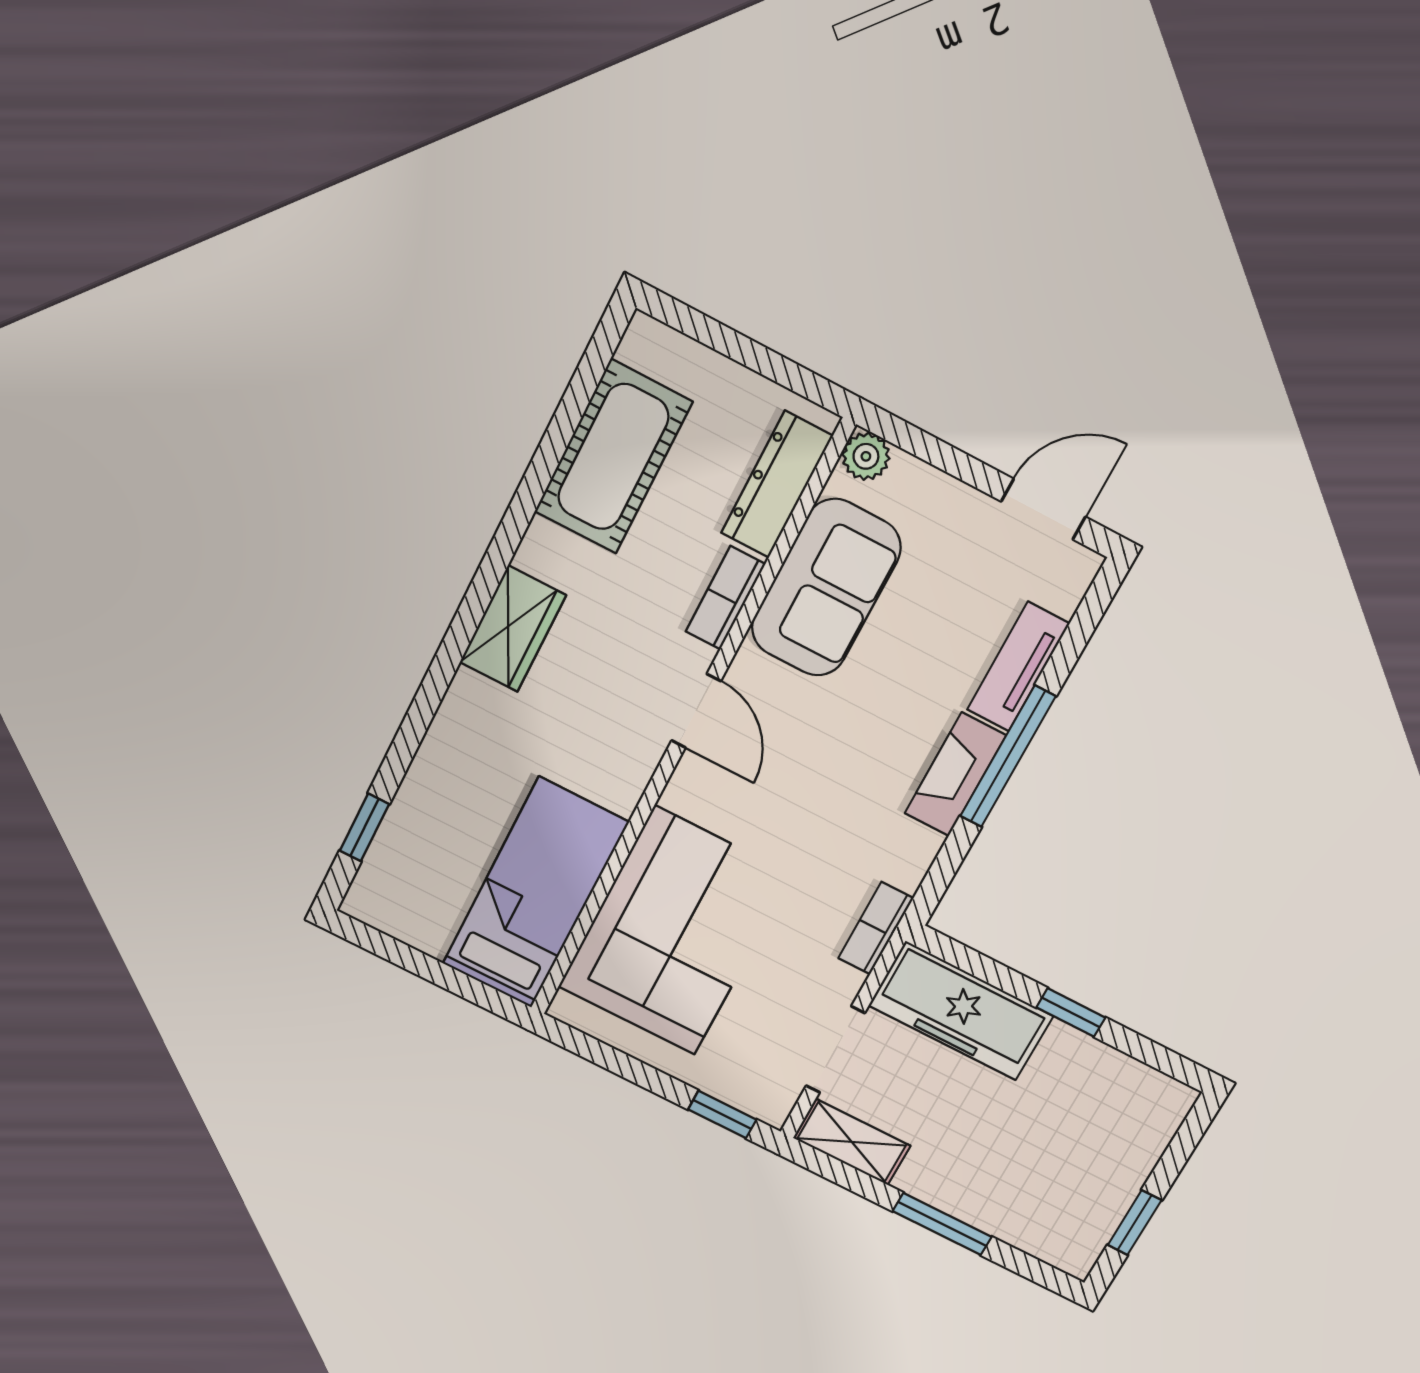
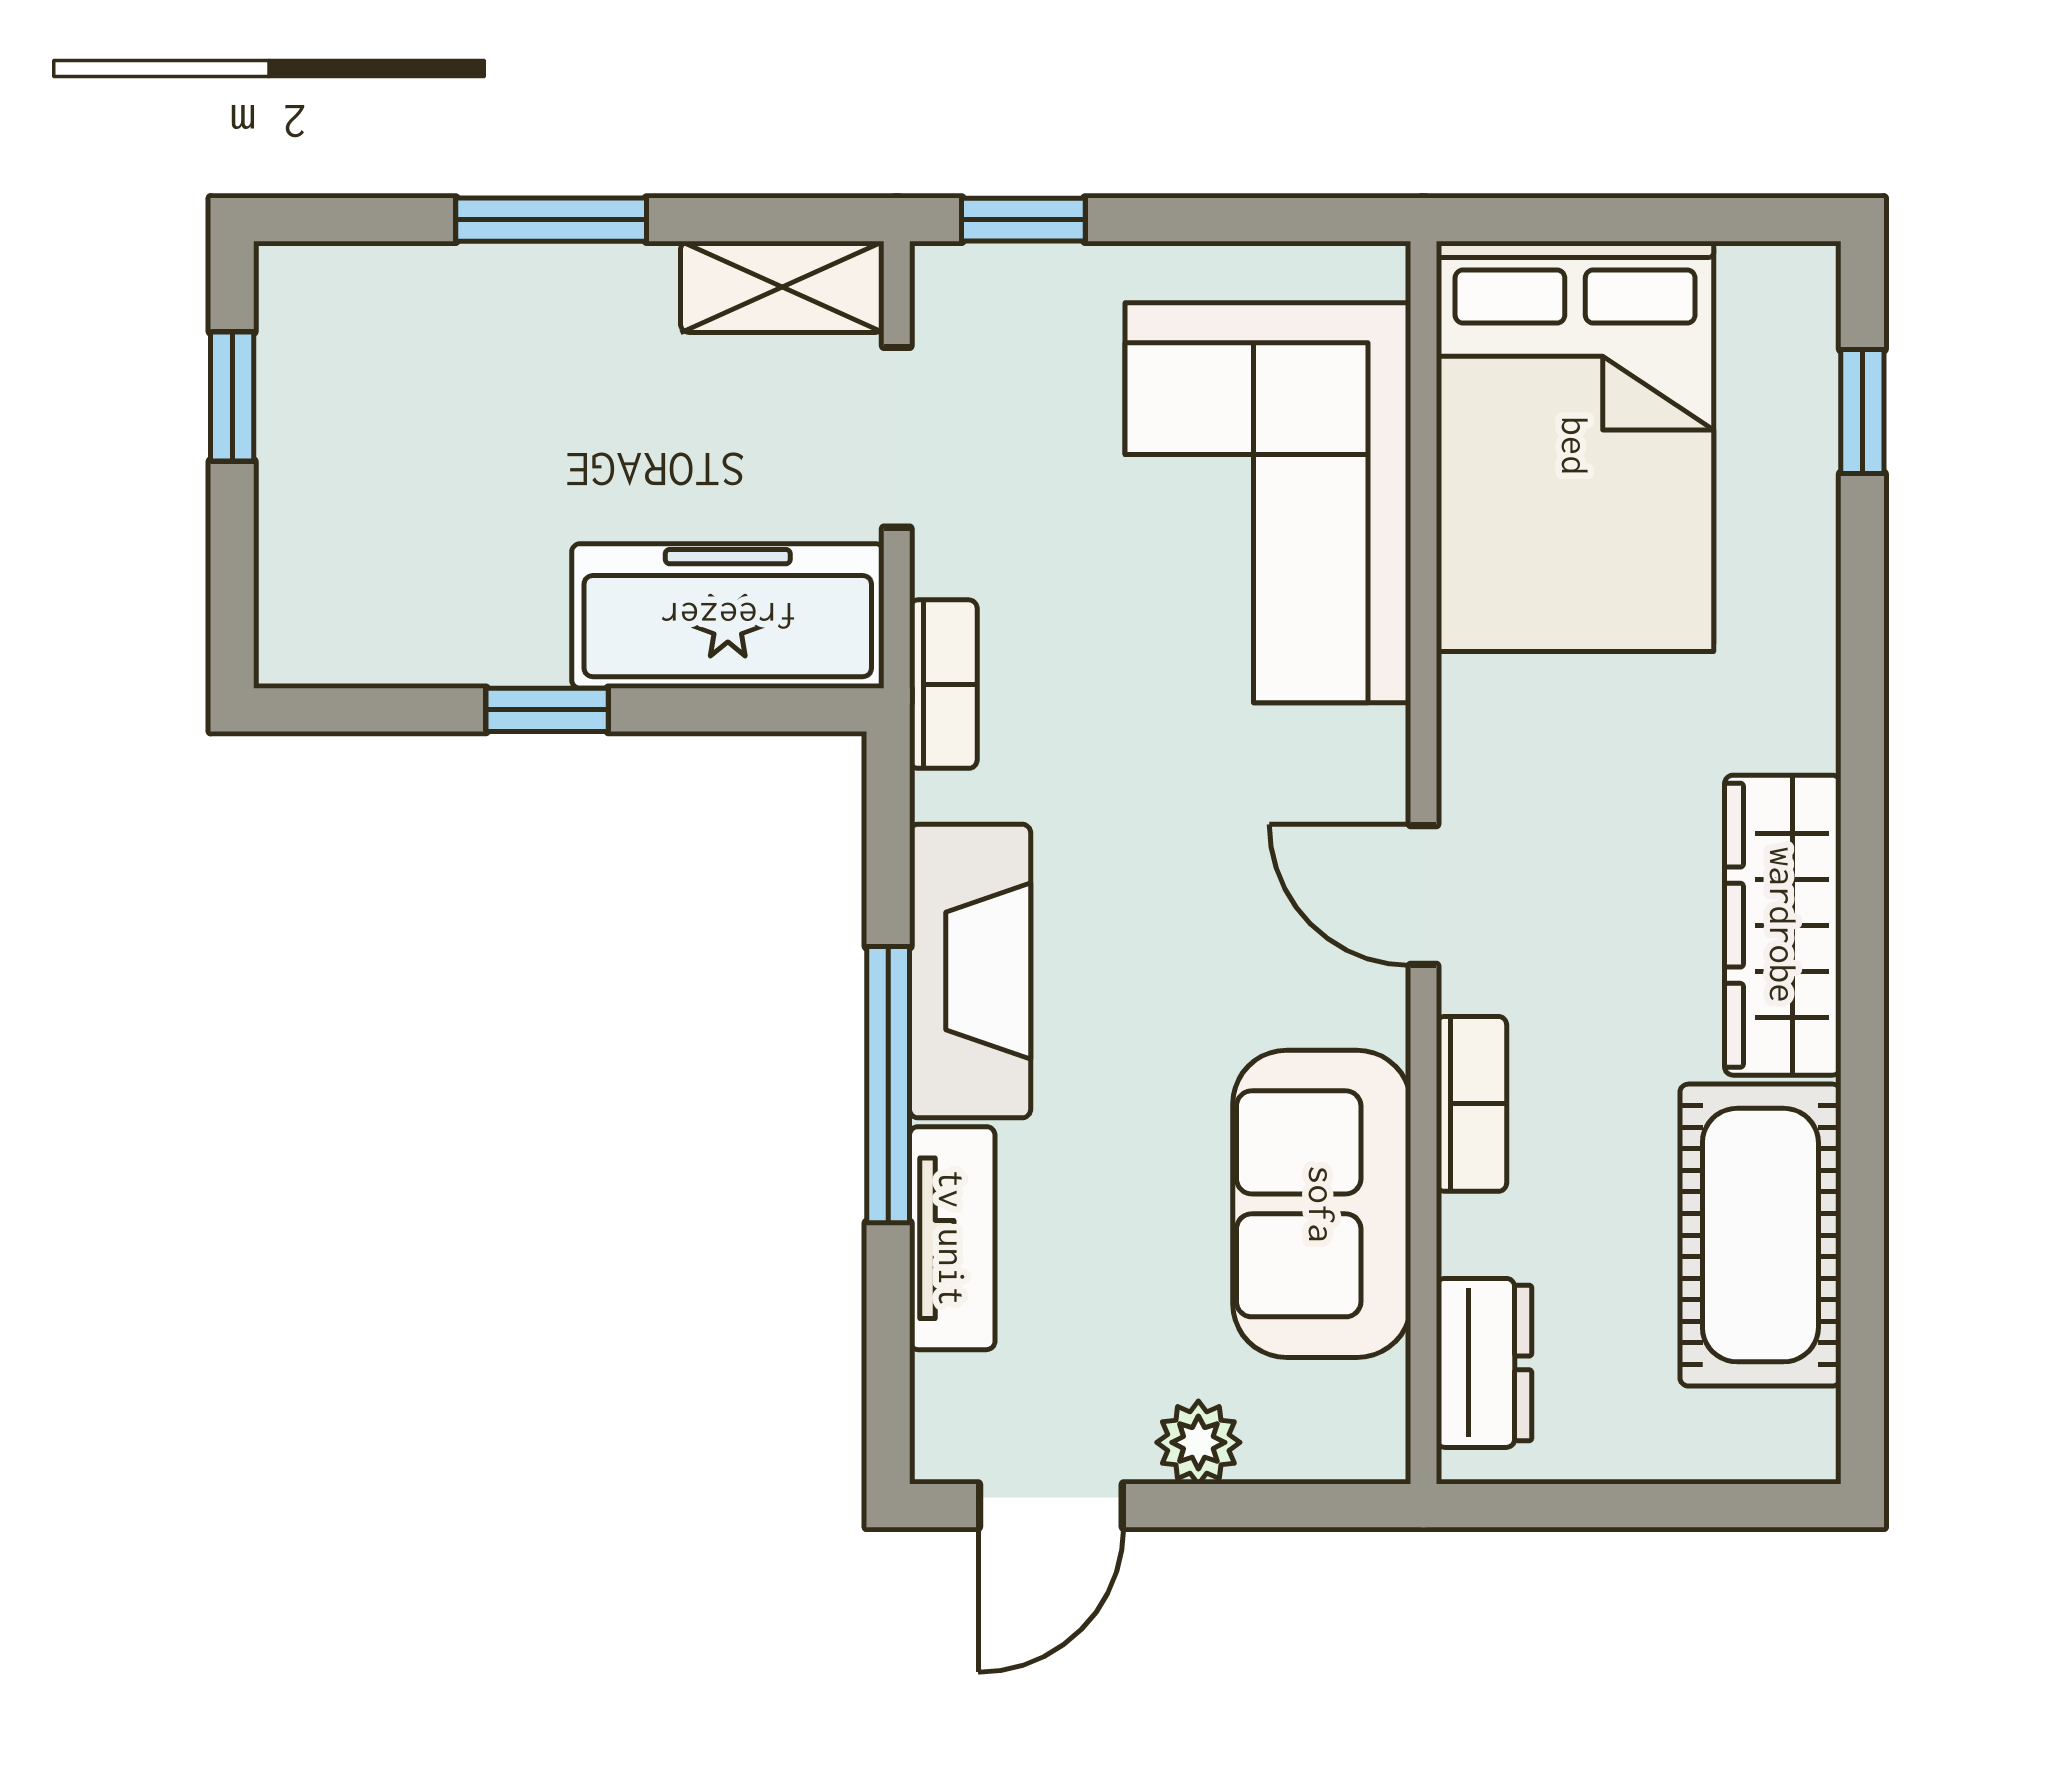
plant: (866, 456) -> (1198, 1442), moved
dresser: (777, 485) -> (1484, 1363), width x0.70
wardrobe: (513, 629) -> (1783, 925), width x1.50
fireplace: (955, 774) -> (970, 971), width x1.37, depth x1.32
bed: (535, 893) -> (1575, 446), width x1.50

